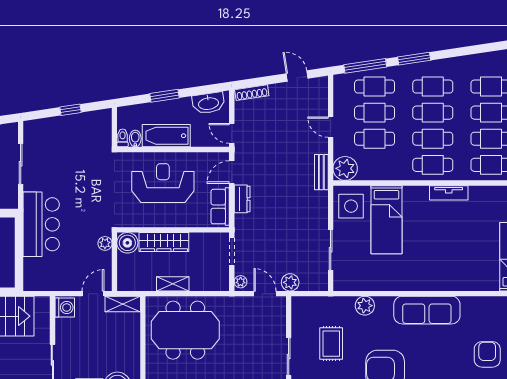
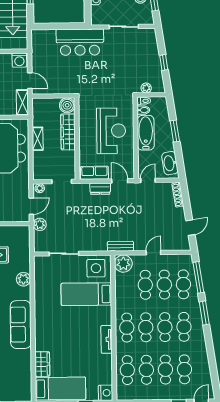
plant: (105, 243) -> (146, 88), moved
wardrobe: (481, 281) -> (42, 364), added

